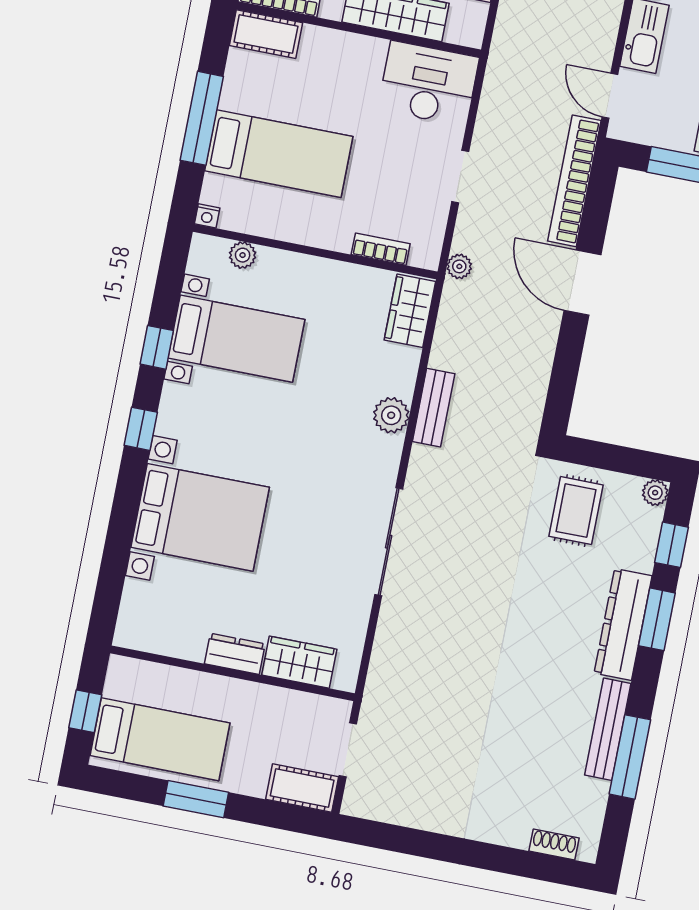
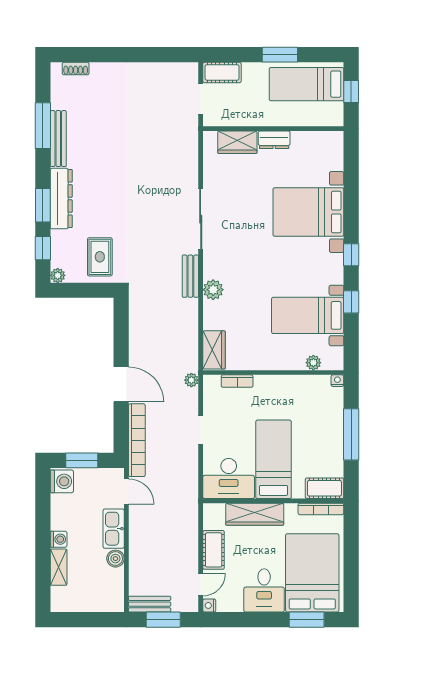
bed: (279, 154) -> (274, 459), moved, turned 90
bench: (434, 408) -> (190, 276), moved

